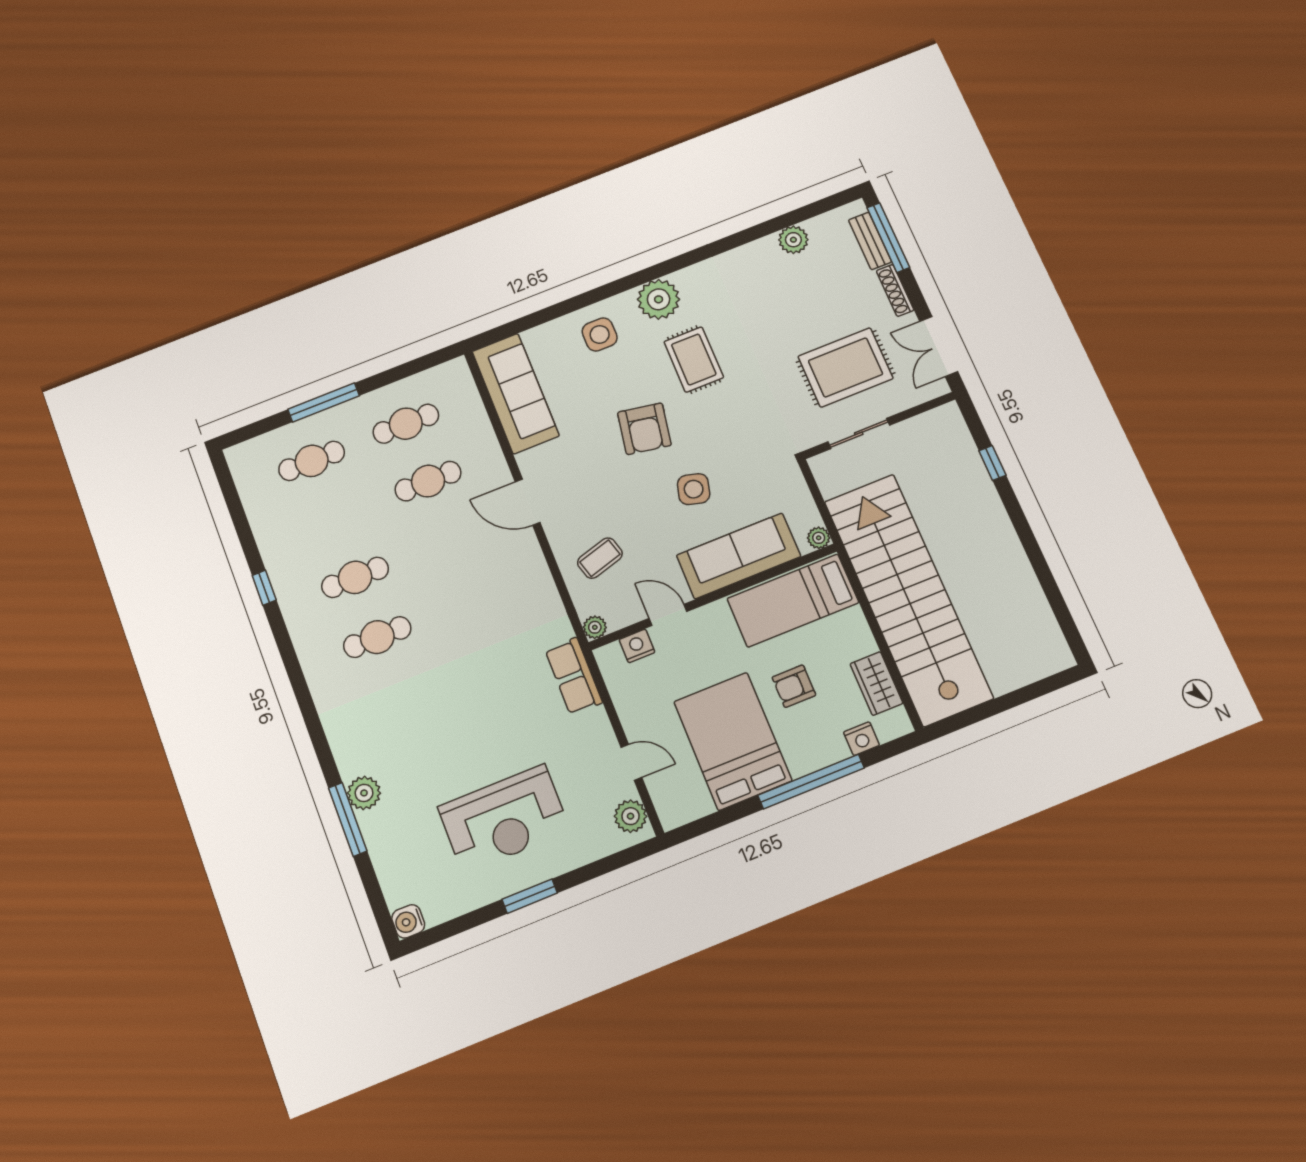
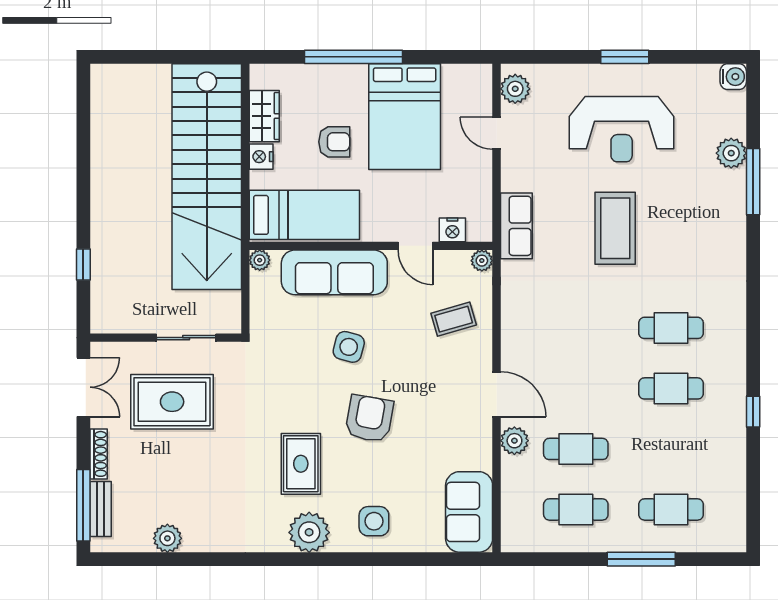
sofa: (516, 393) -> (469, 512), width x0.73
plant: (492, 465) -> (514, 441), added
coffee table: (472, 714) -> (615, 228), added
nightstand: (861, 739) -> (261, 157), moved, turned -90
plant: (364, 793) -> (731, 153), moved
reception desk: (504, 819) -> (622, 129), turned 180

